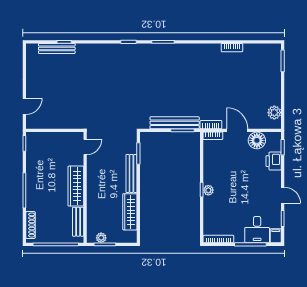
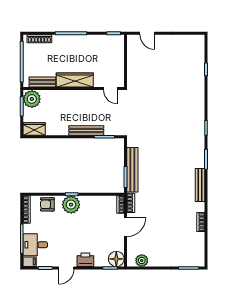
bench: (57, 48) -> (200, 185), moved
floor lamp: (257, 140) -> (116, 259), moved
printer: (274, 161) -> (85, 260), moved
plant: (208, 190) -> (71, 205), width x1.88, depth x1.88
wardrobe: (130, 212) -> (34, 129), moved, width x0.67
armchair: (213, 216) -> (47, 204), added
plant: (101, 238) -> (32, 99), width x1.87, depth x1.87

